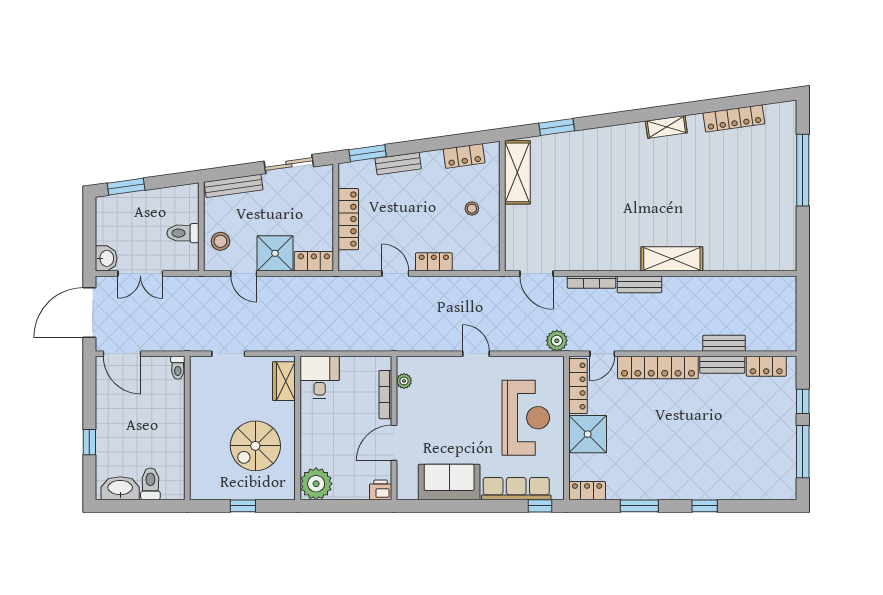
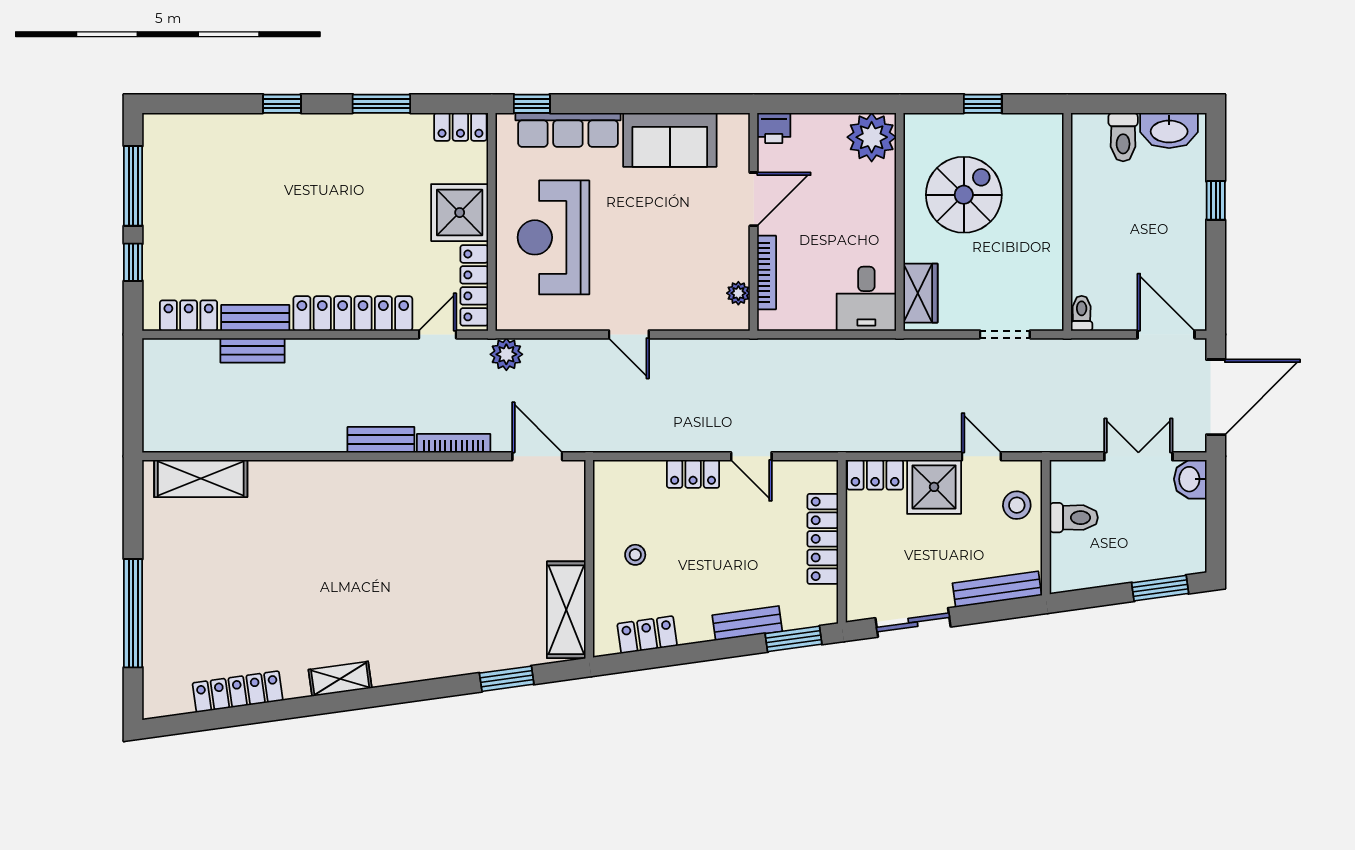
shelving: (672, 259) -> (201, 479), moved

